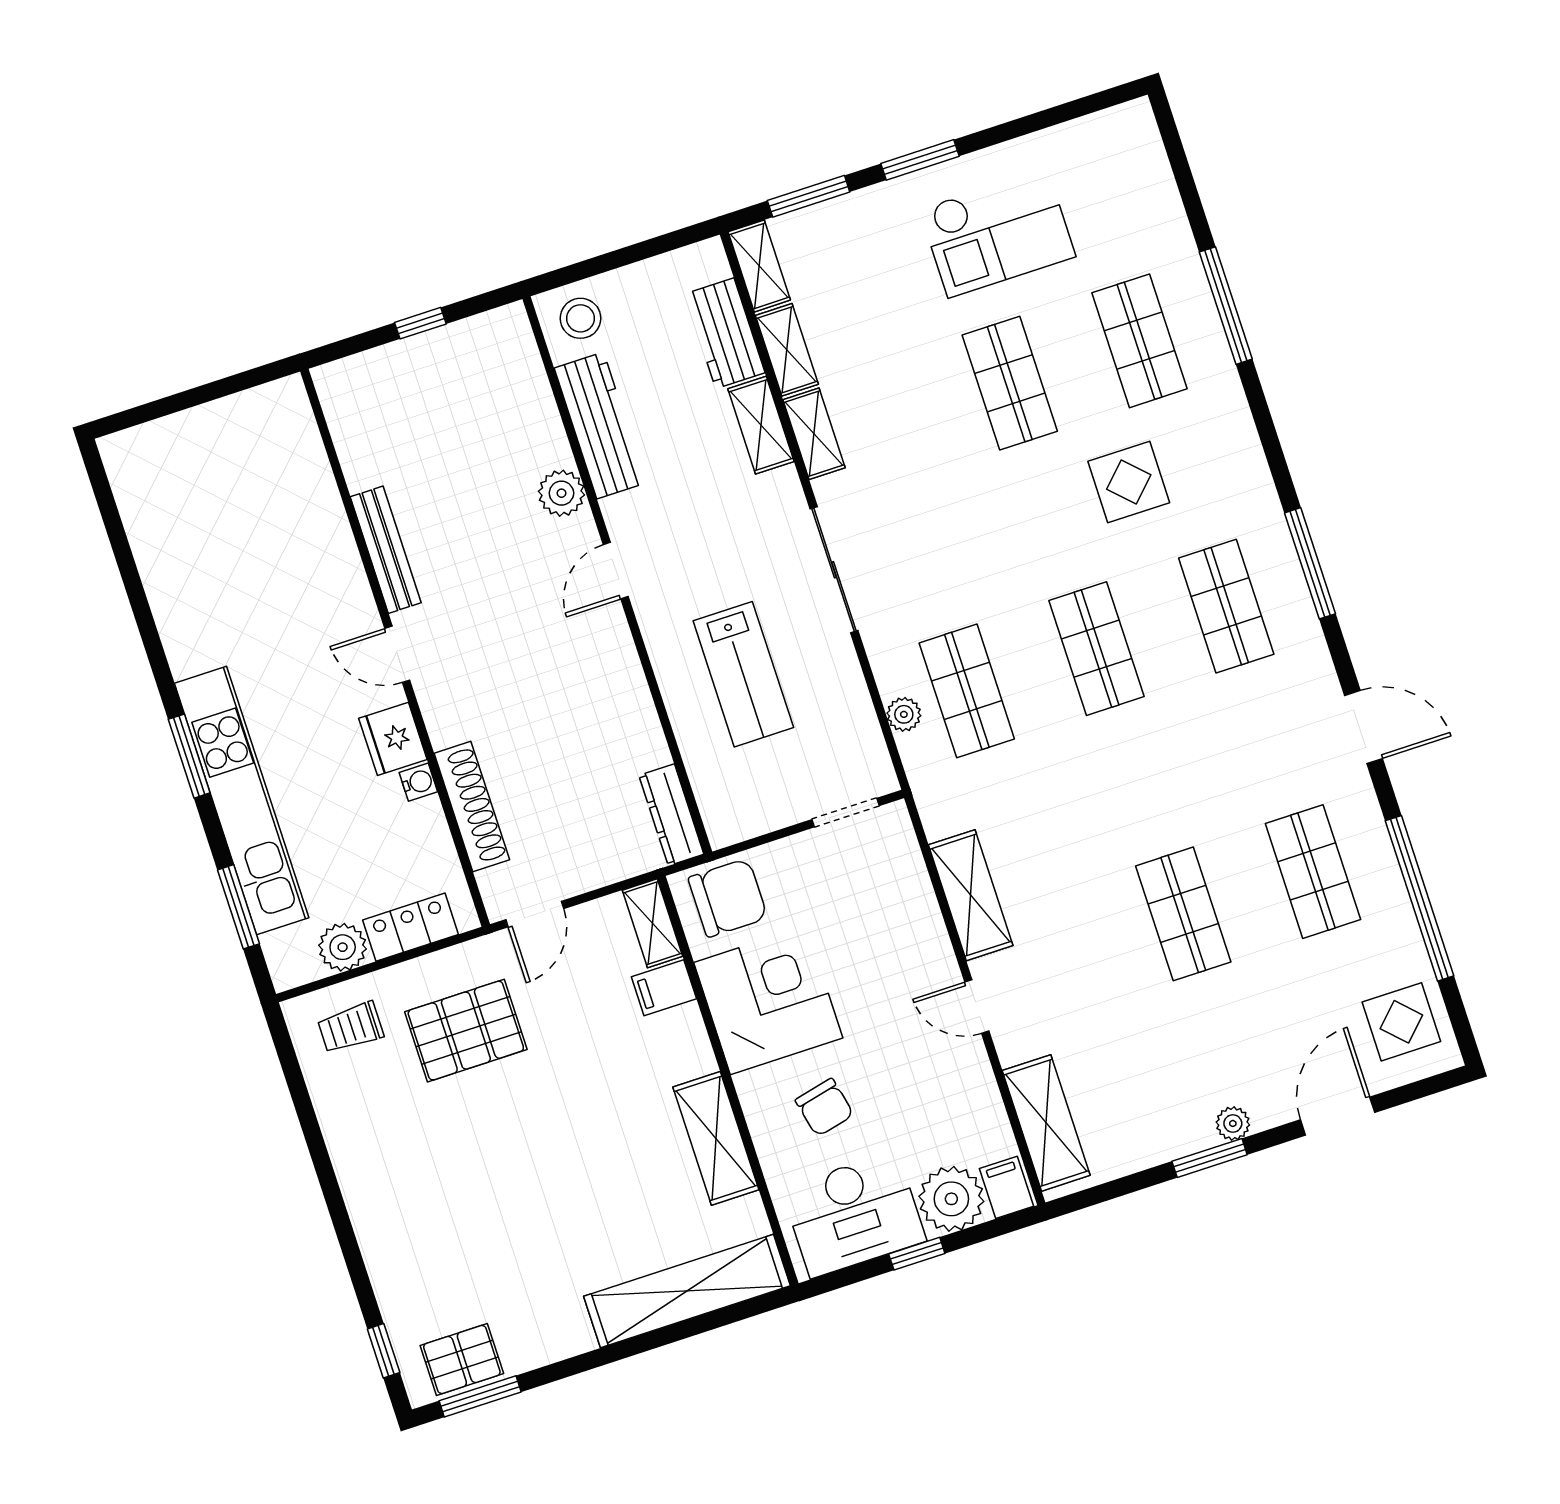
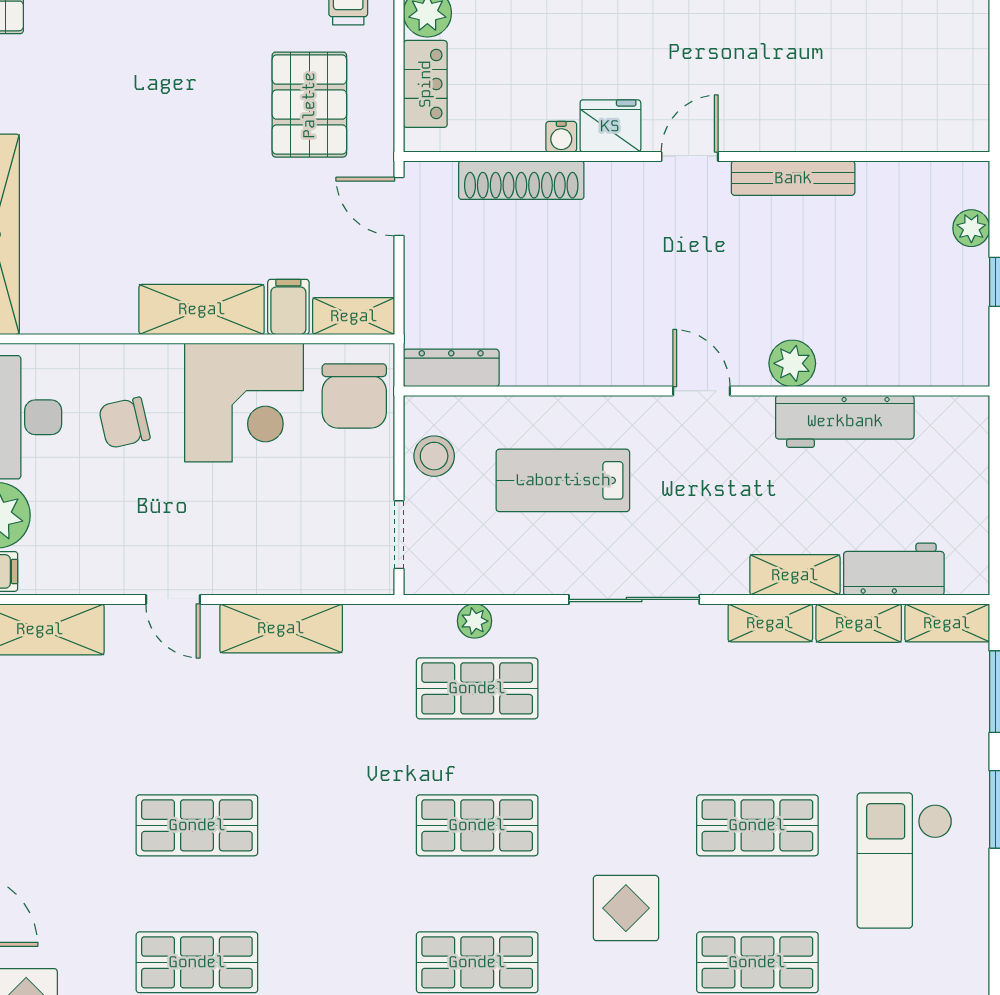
stool: (580, 318) -> (434, 456), moved
plant: (378, 366) -> (971, 228), added
door: (977, 1007) -> (173, 599), swing flipped
shelving: (716, 1138) -> (202, 309), moved

